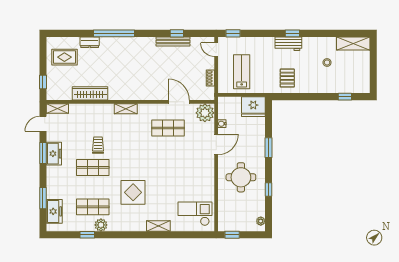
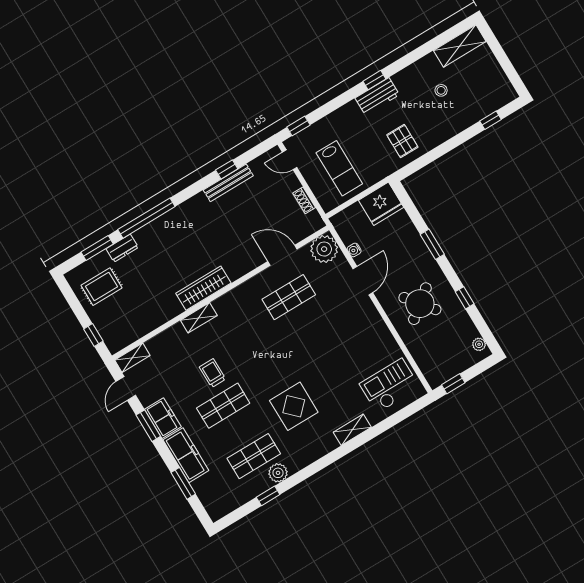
window: (75, 33) -> (97, 248), added
lab bench: (242, 72) -> (339, 168), turned 180
wardrobe: (90, 93) -> (203, 288), moved
shelving: (126, 109) -> (199, 318), moved
round table: (241, 177) -> (420, 304), turned -38
freezer: (54, 211) -> (186, 455), moved, width x1.40

